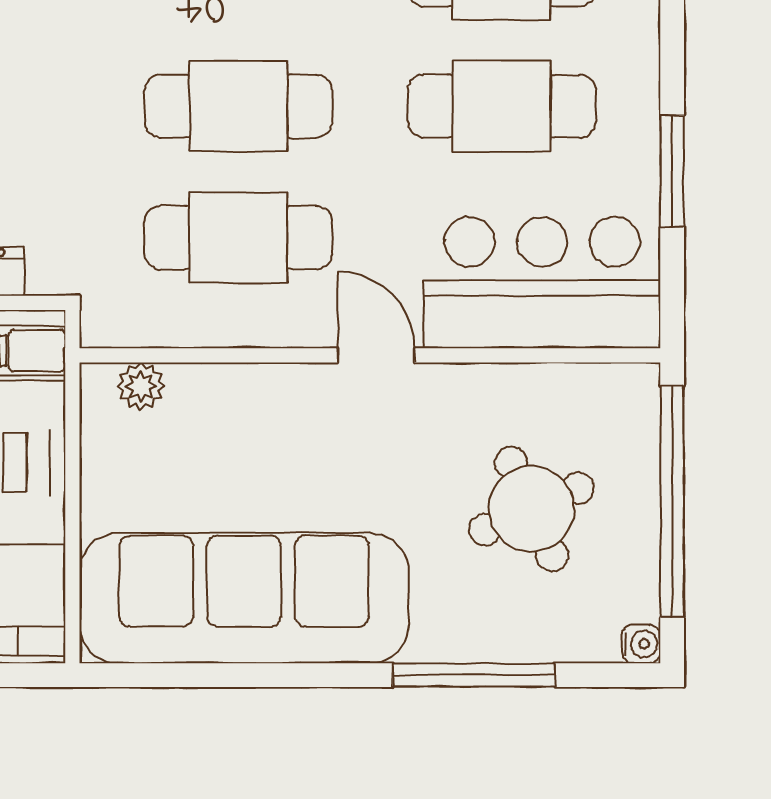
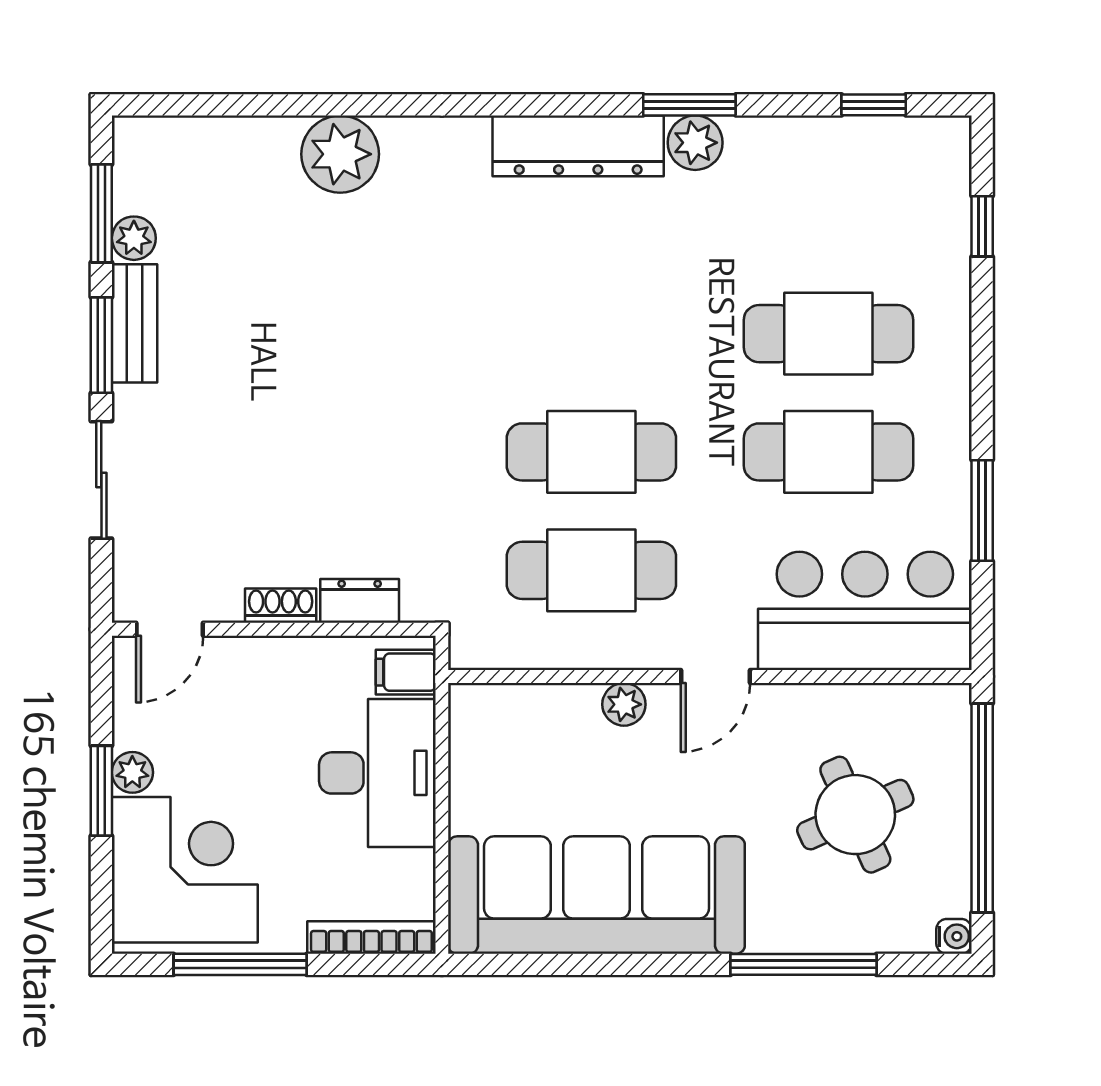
door: (376, 355) -> (715, 677), swing flipped
plant: (141, 386) -> (624, 704), moved

